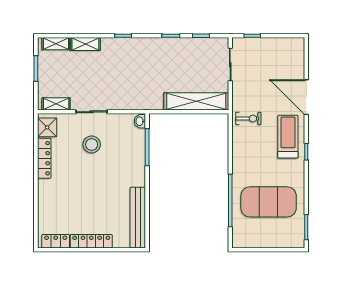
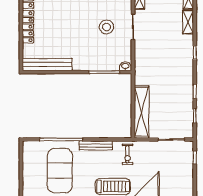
bench: (238, 158) -> (96, 145), added

